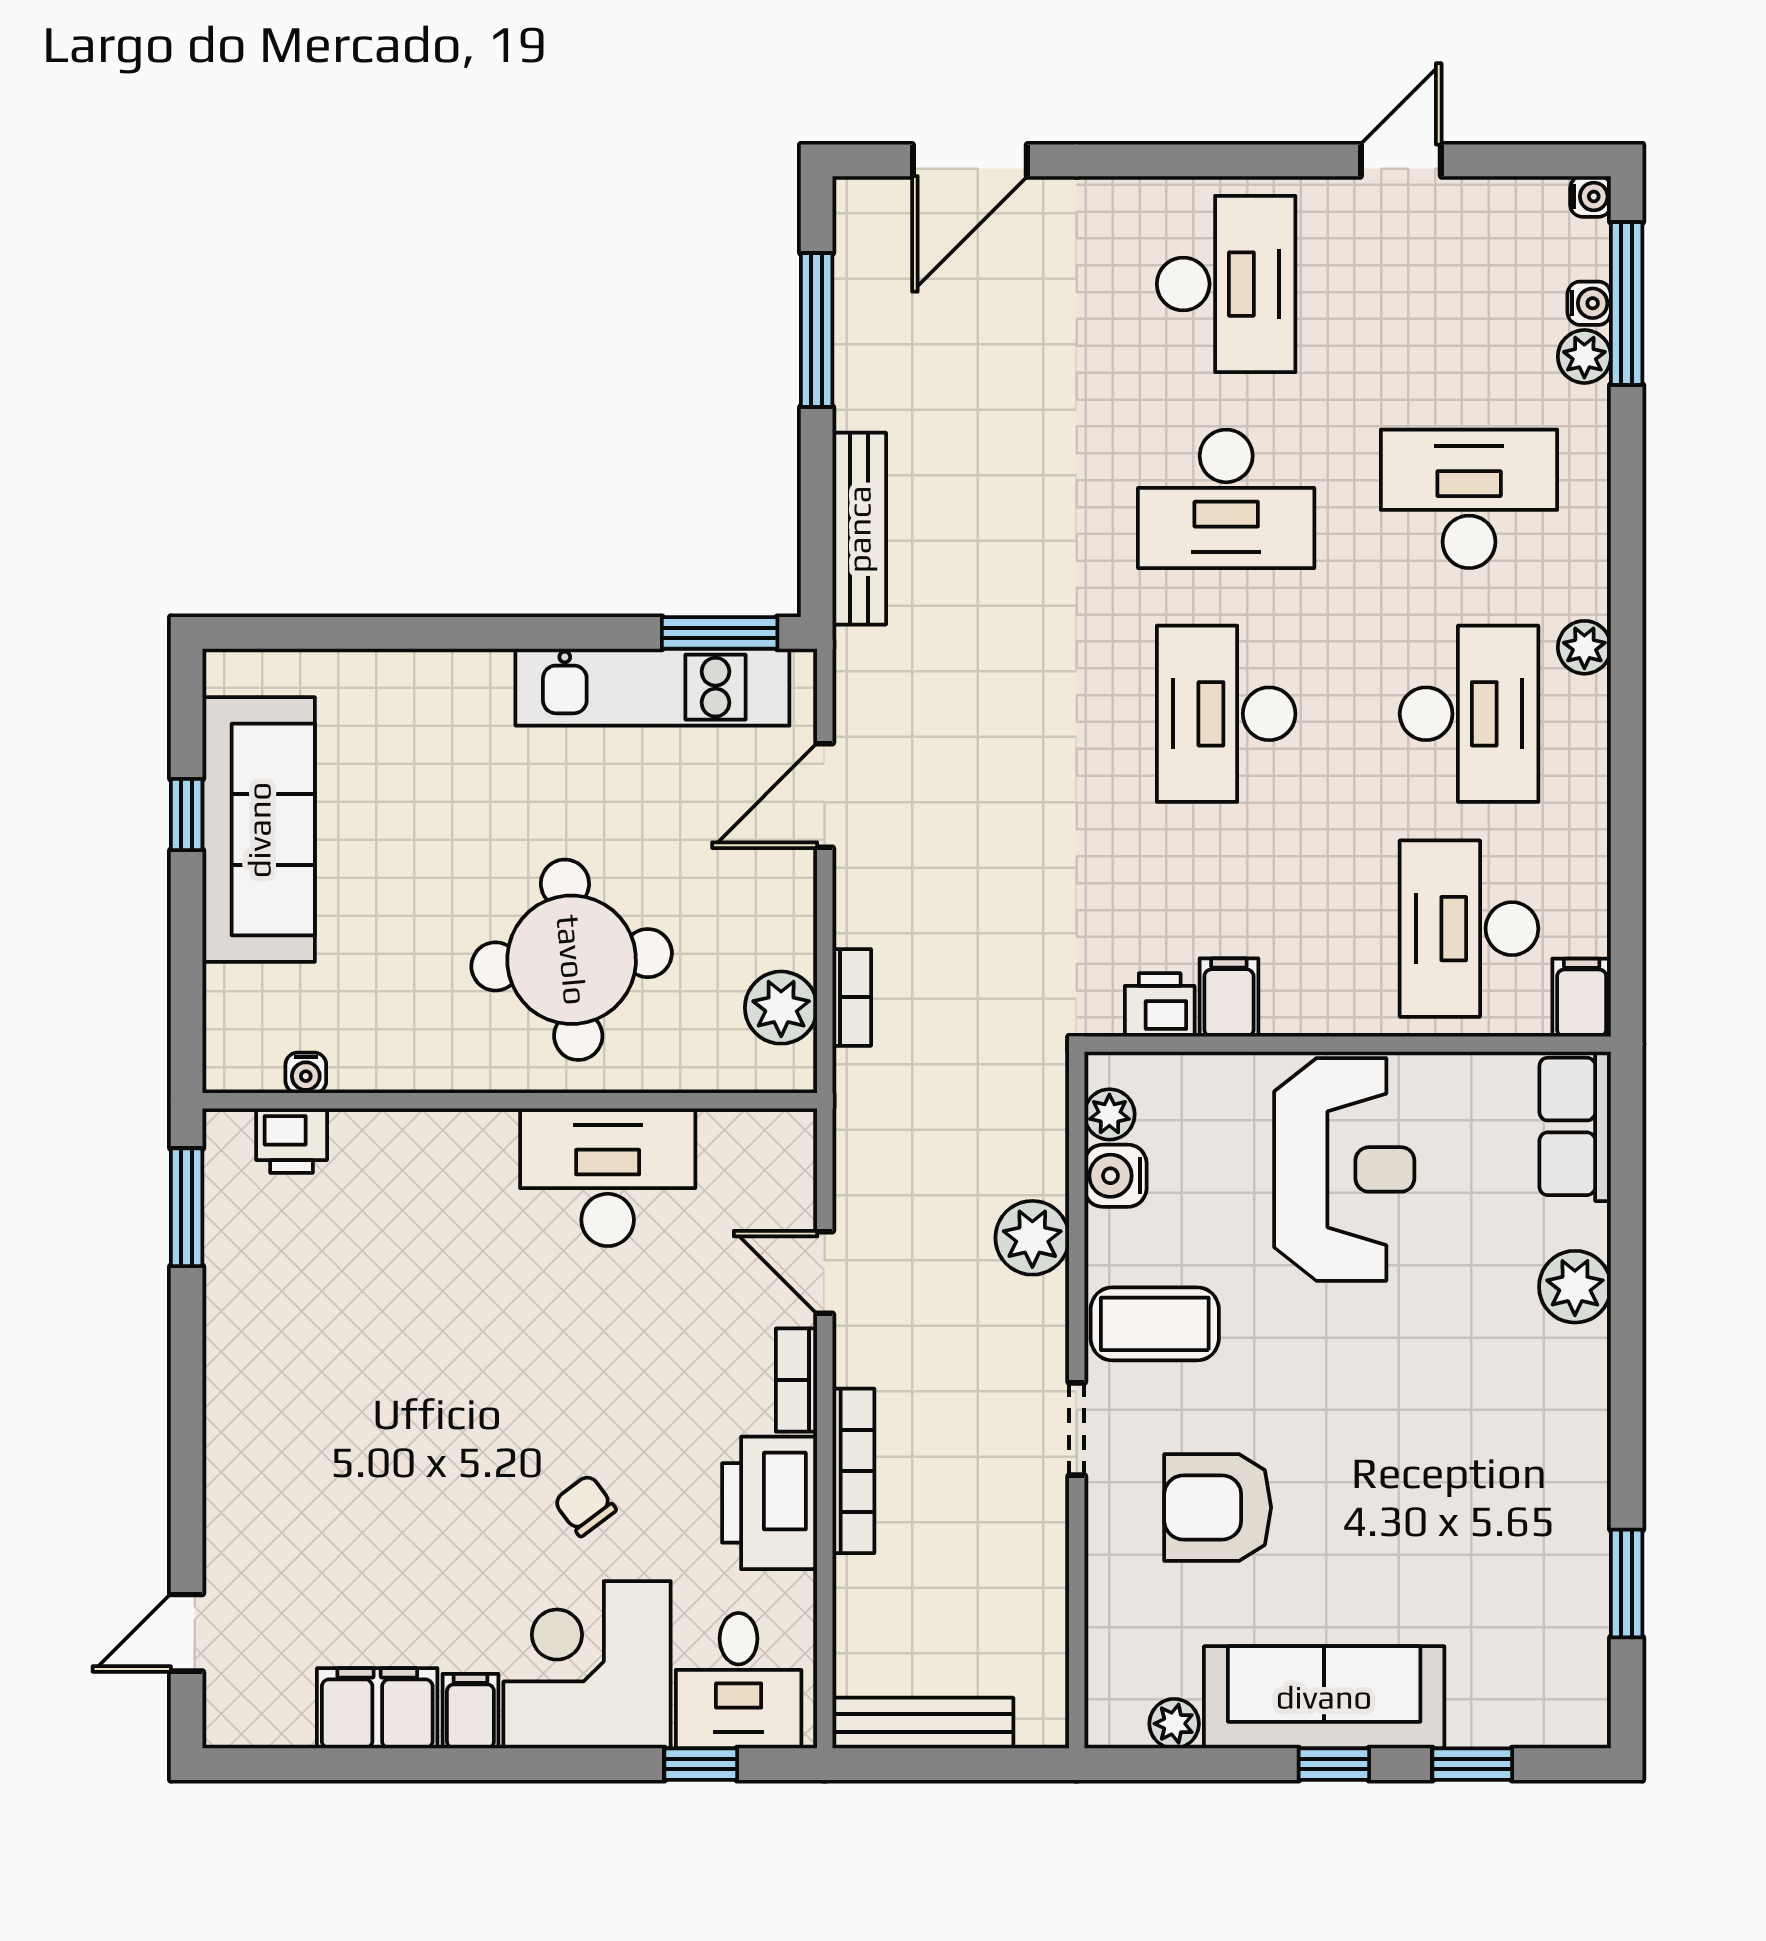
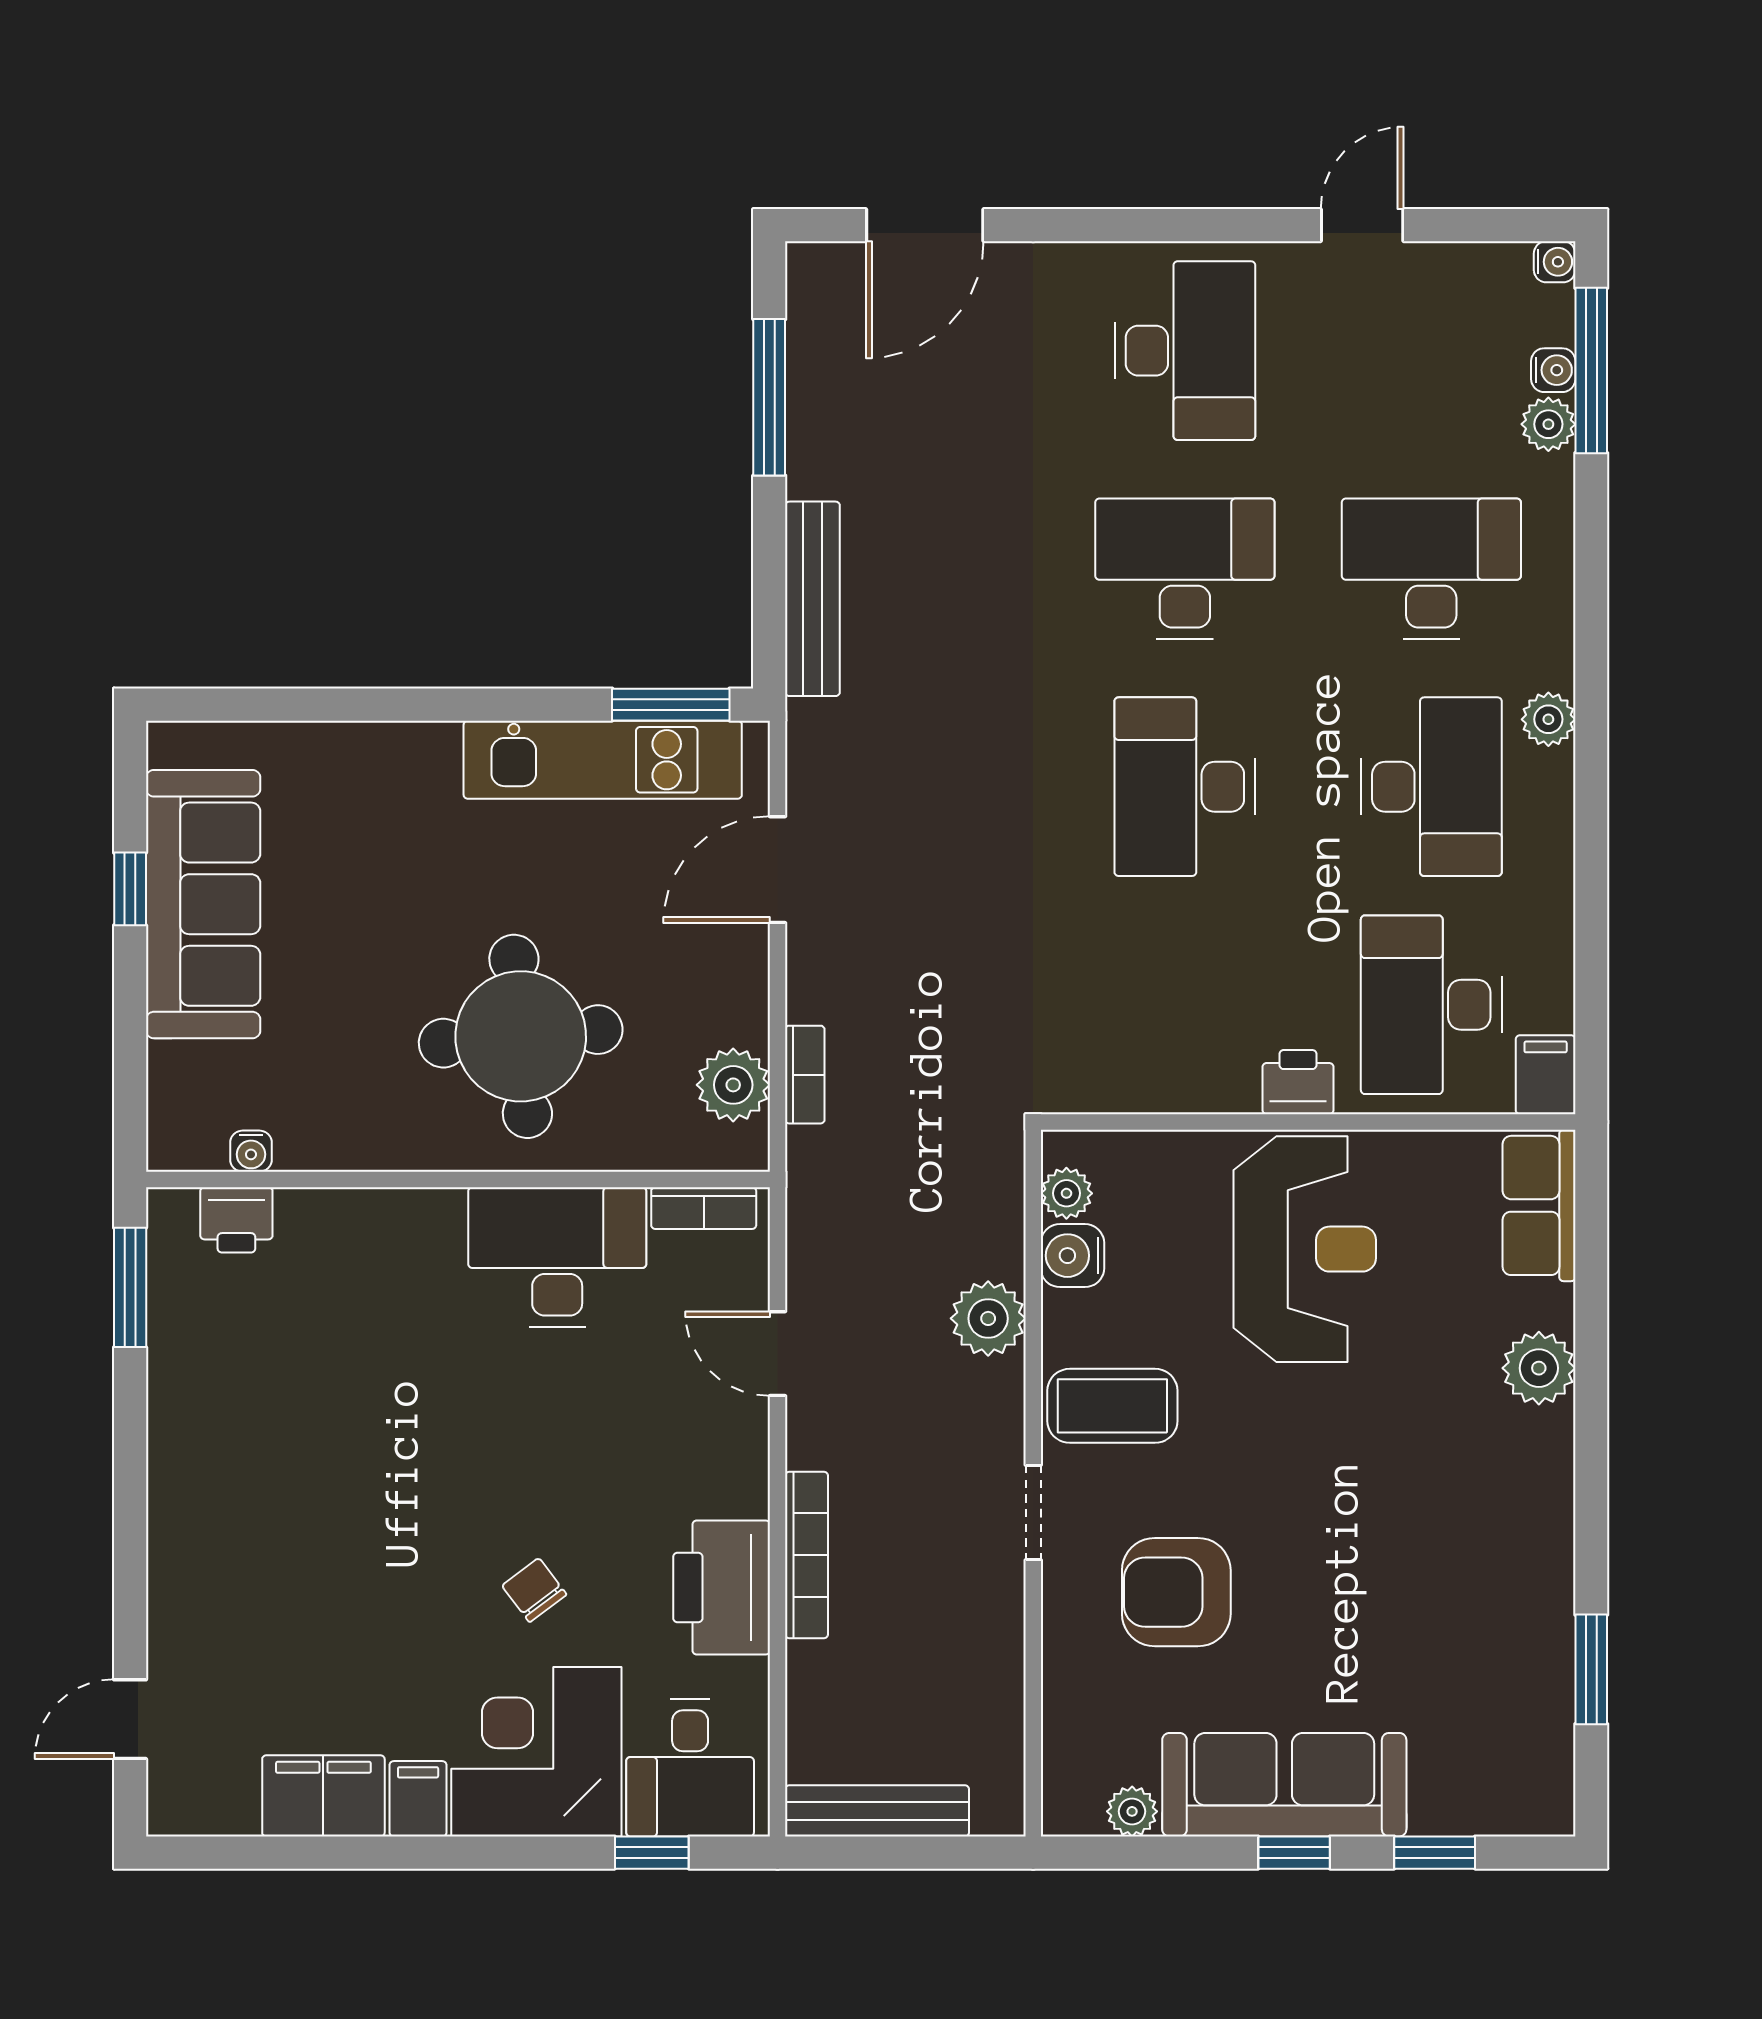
desk: (1226, 499) -> (1185, 569), turned 180
filing cabinet: (1229, 997) -> (1188, 1075), removed
printer: (1160, 1005) -> (1298, 1082), moved
bookcase: (797, 1380) -> (704, 1208), moved, turned -90

